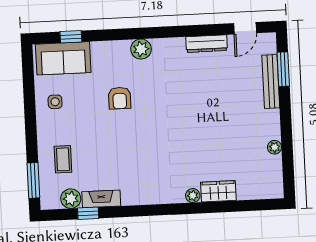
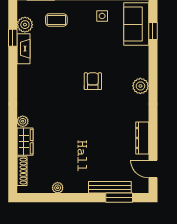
armchair: (120, 98) -> (93, 81), moved, turned 90
shoe rack: (256, 193) -> (22, 171), added

